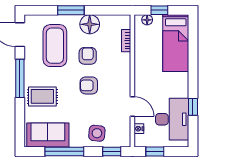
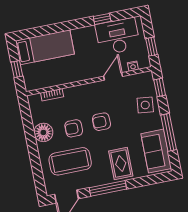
window: (71, 10) -> (34, 153), removed
floor lamp: (147, 20) -> (28, 79), removed
armchair: (89, 85) -> (101, 122), turned 90

